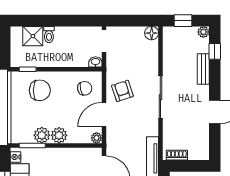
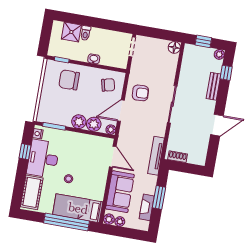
washbasin: (95, 62) -> (94, 59), moved
chair: (40, 90) -> (69, 80), turned 180
armchair: (122, 91) -> (140, 93), turned 104
plant: (42, 135) -> (94, 124), moved

